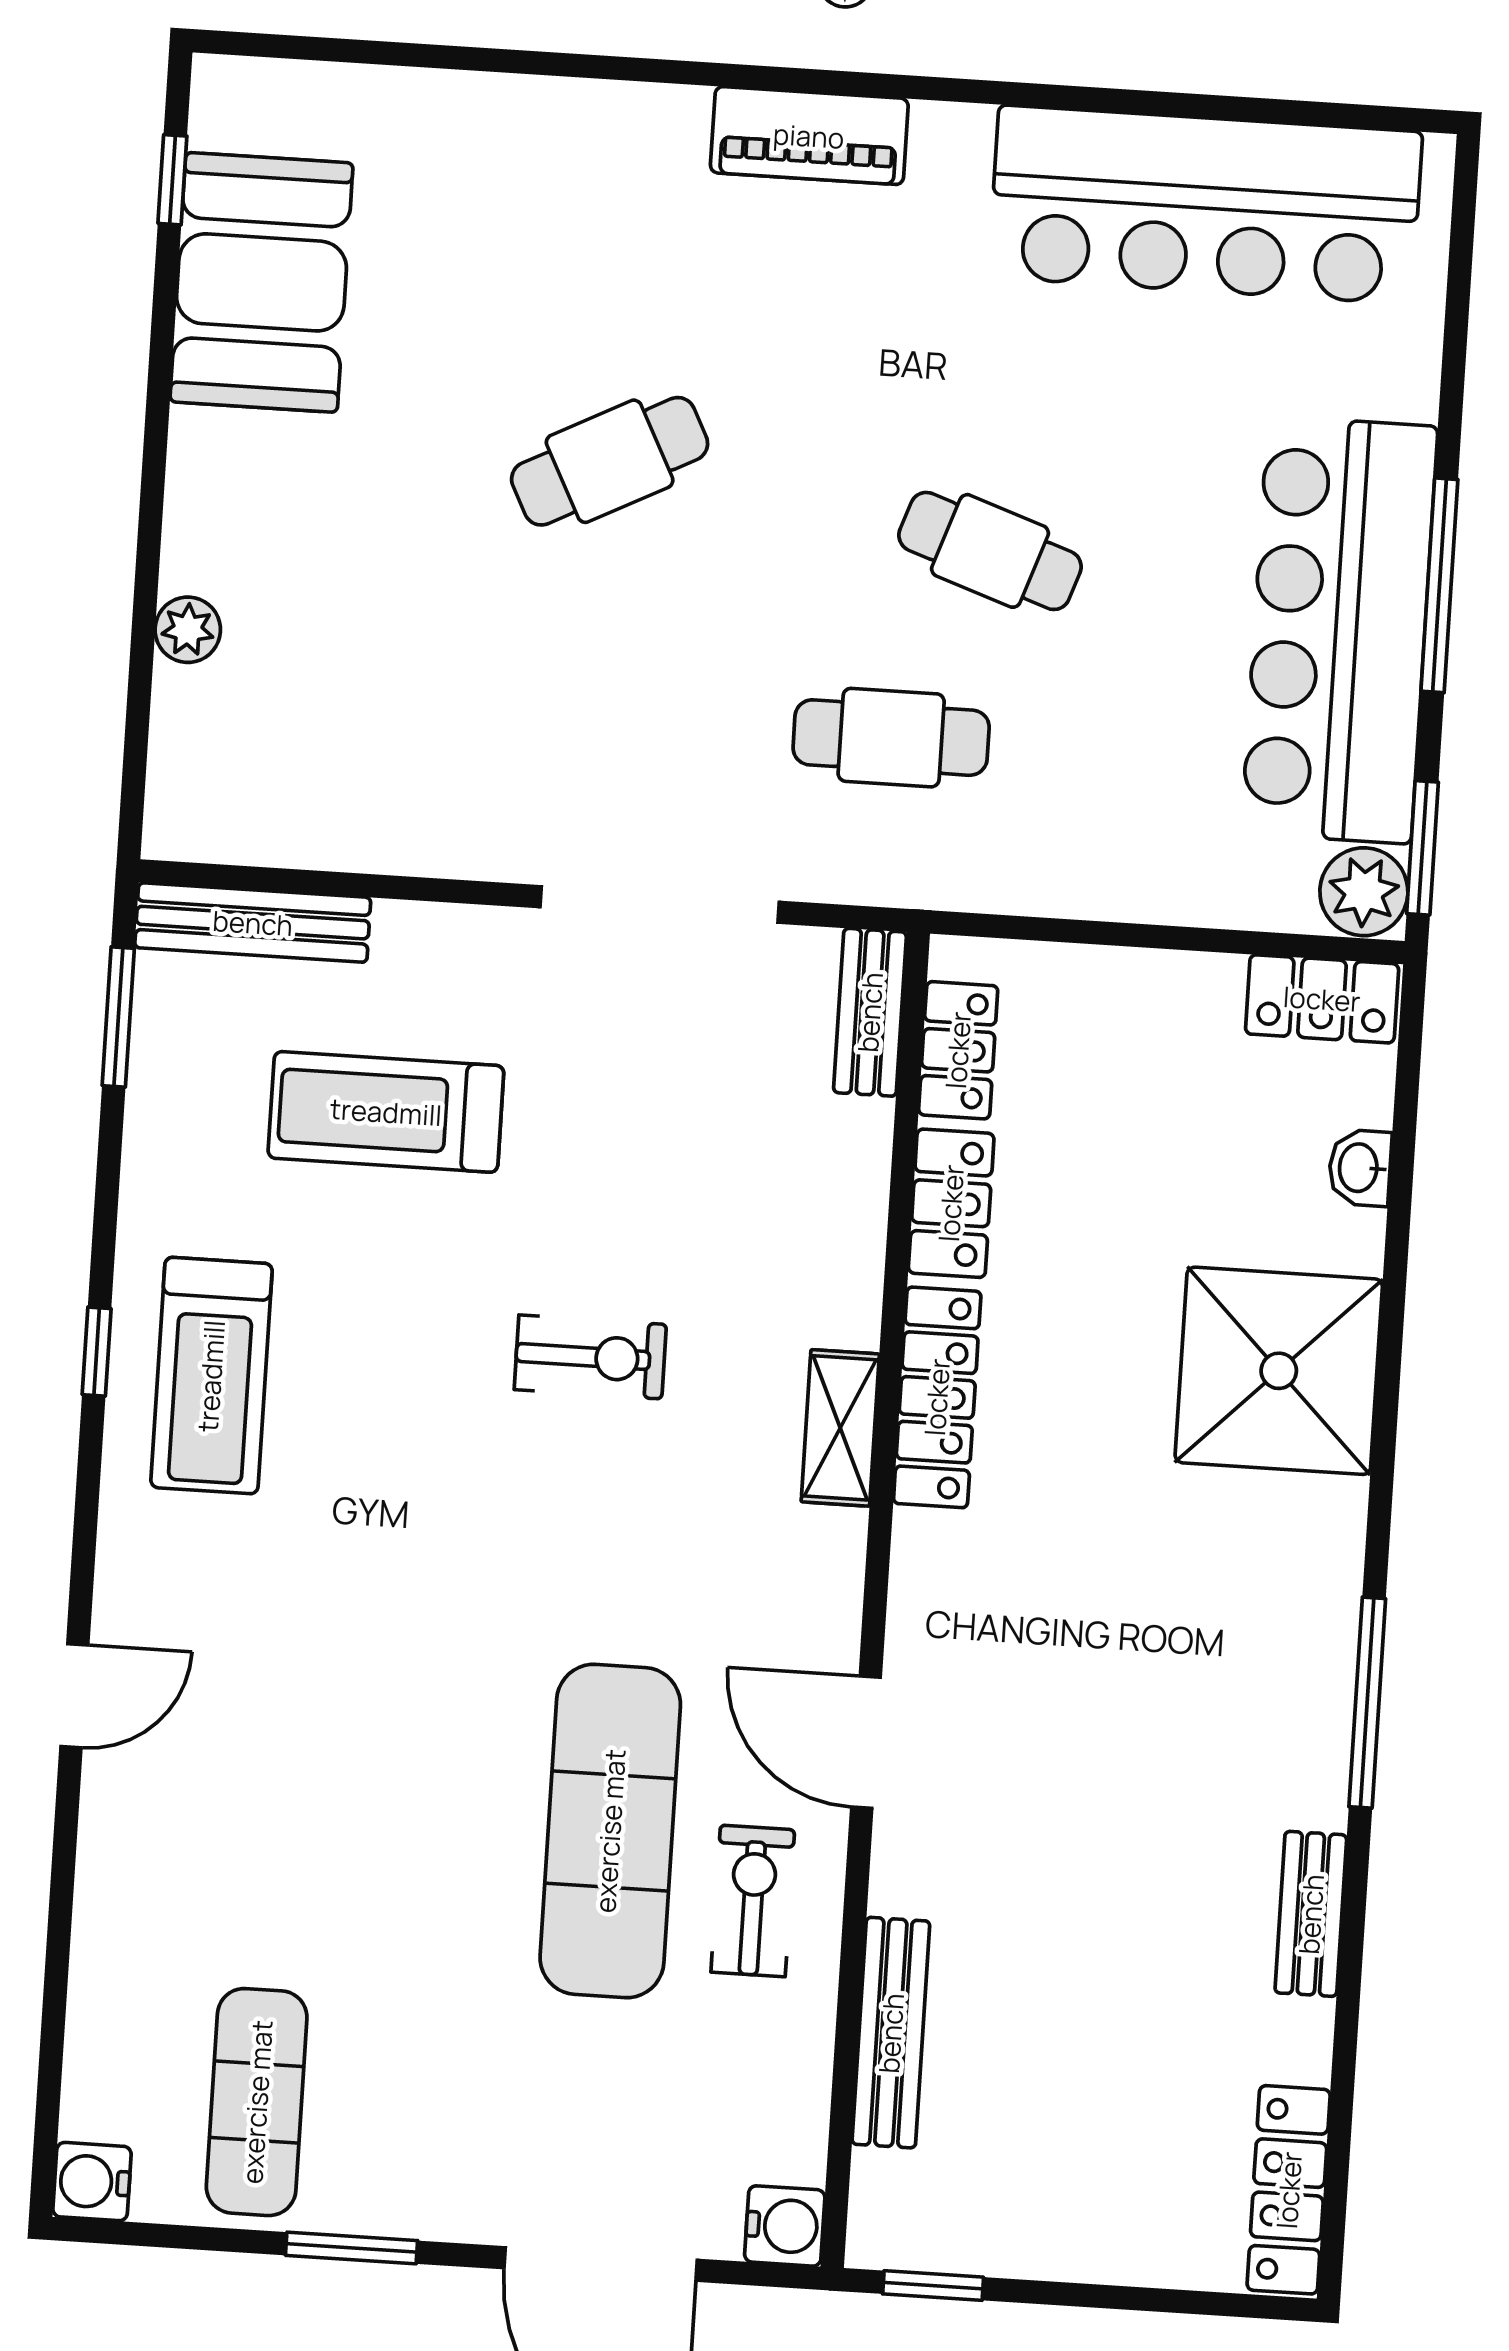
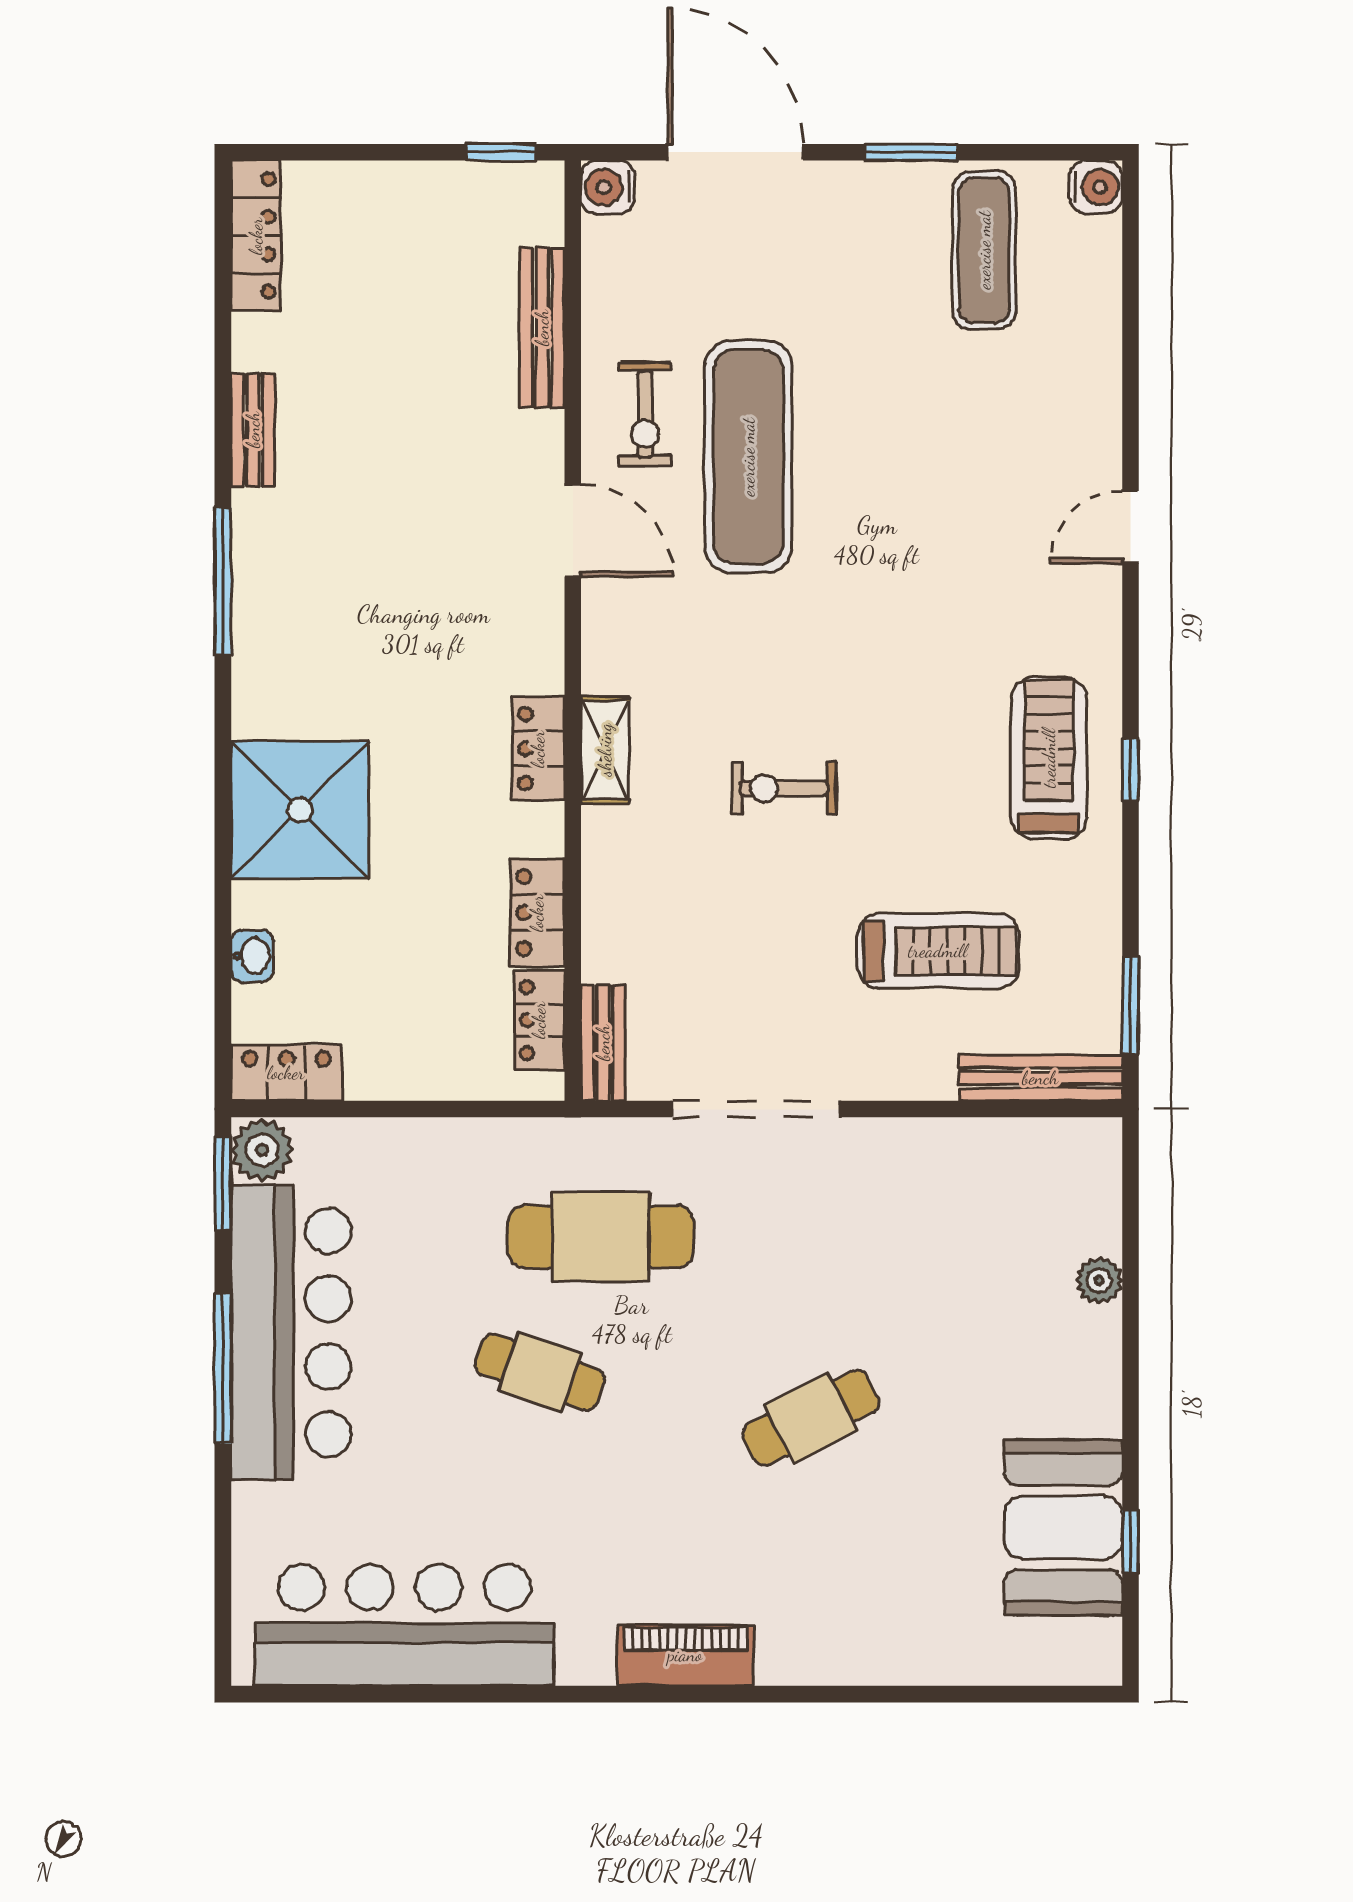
window: (172, 180) -> (1130, 1542), moved
cafe table: (891, 738) -> (601, 1237), width x1.37, depth x1.35
locker: (937, 1397) -> (538, 749), width x0.66

